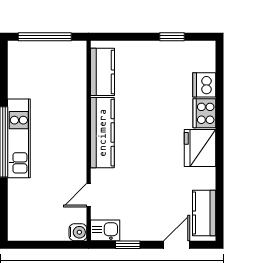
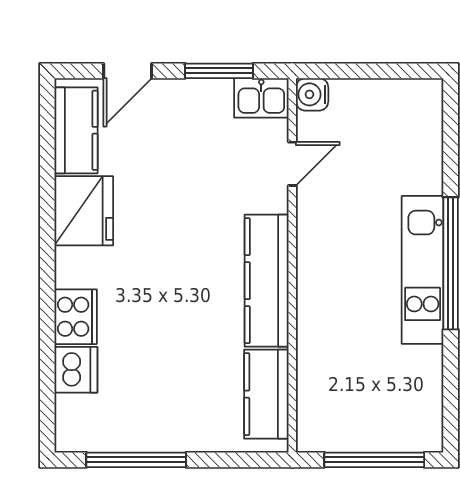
window: (172, 37) -> (136, 460), width x2.17
fridge: (200, 148) -> (84, 211), moved
window: (128, 245) -> (219, 71), width x1.50

